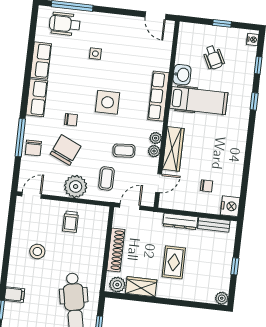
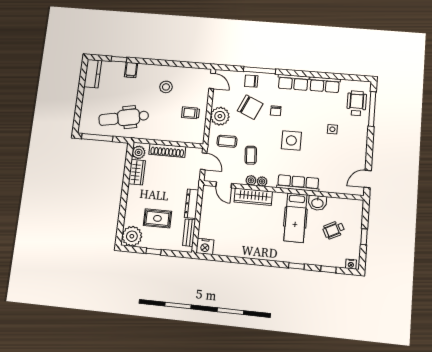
chair: (207, 186) -> (222, 226), removed
rug: (174, 262) -> (157, 218), moved
plant: (222, 298) -> (132, 236), width x1.88, depth x1.88

